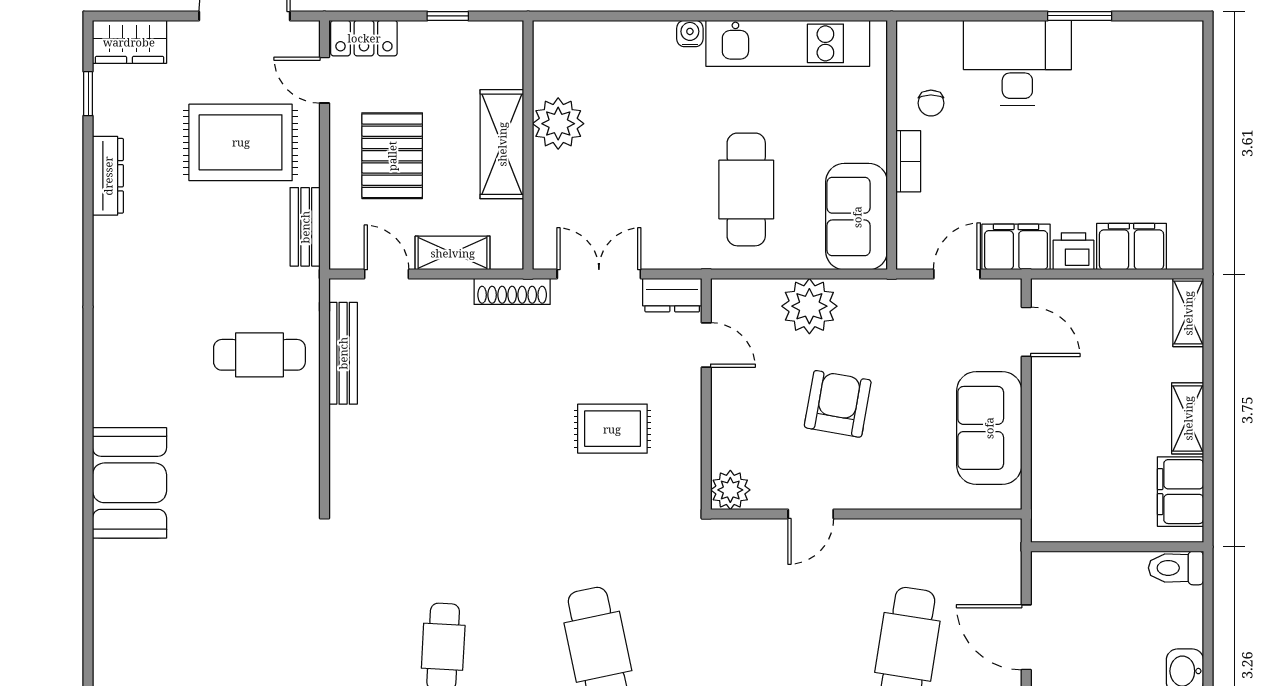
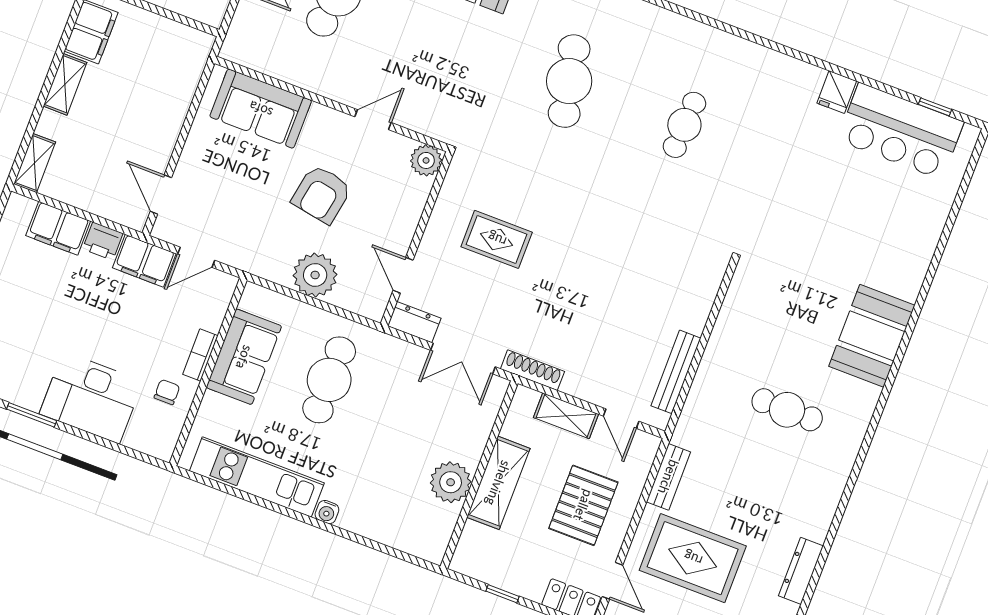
sofa: (857, 217) -> (244, 357), moved
cafe table: (259, 355) -> (787, 410), moved
sofa: (989, 428) -> (261, 109), moved, turned 90

